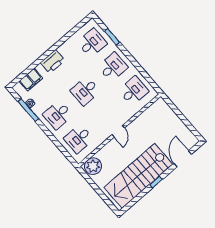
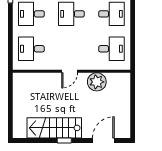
plant: (93, 166) -> (97, 82), moved
stairs: (138, 176) -> (54, 128), width x0.73, depth x0.66

